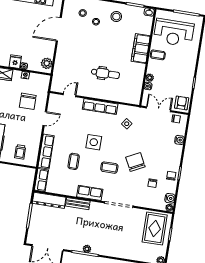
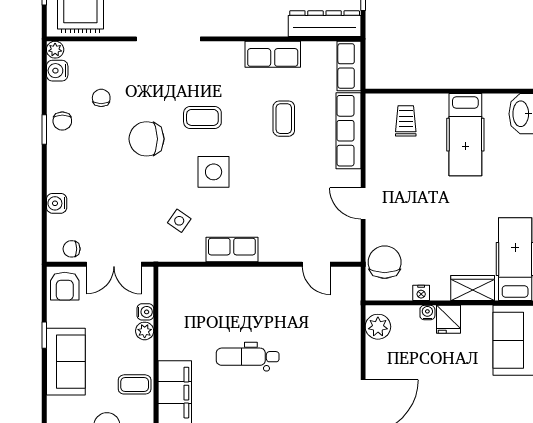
sofa: (186, 70) -> (66, 362), added
dental chair: (105, 74) -> (248, 357), moved
door: (70, 95) -> (316, 264), hinge flipped
chair: (28, 101) -> (385, 262), moved
row of seats: (100, 107) -> (232, 250), width x0.68
door: (45, 119) -> (363, 203), hinge flipped
side table: (94, 142) -> (214, 172), moved
chair: (135, 162) -> (147, 139), turned 117
row of seats: (90, 193) -> (273, 54), moved
bench: (78, 204) -> (260, 26), removed

